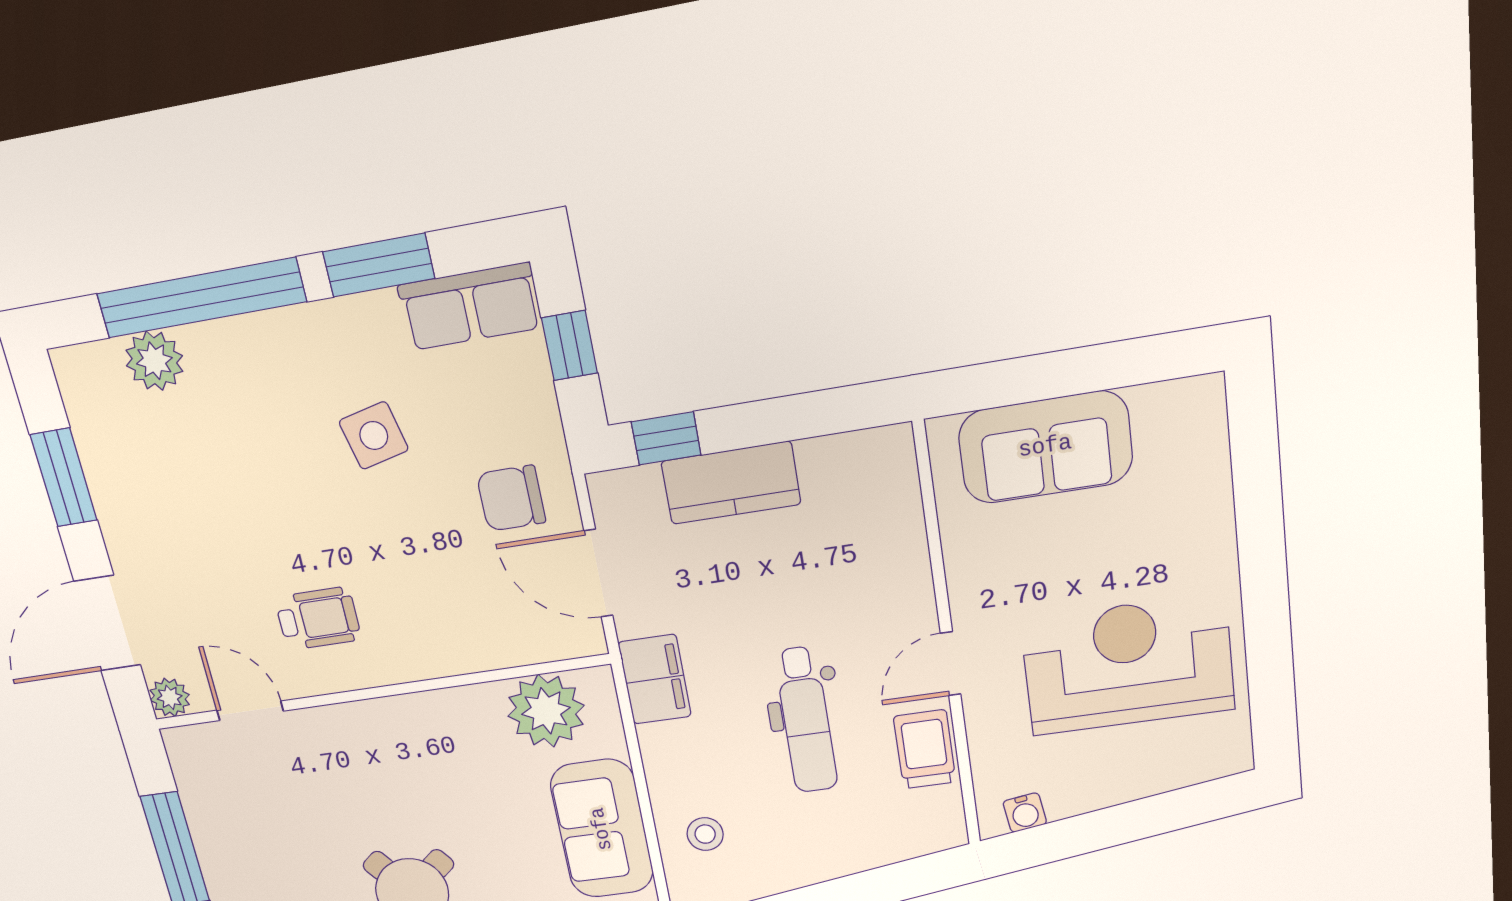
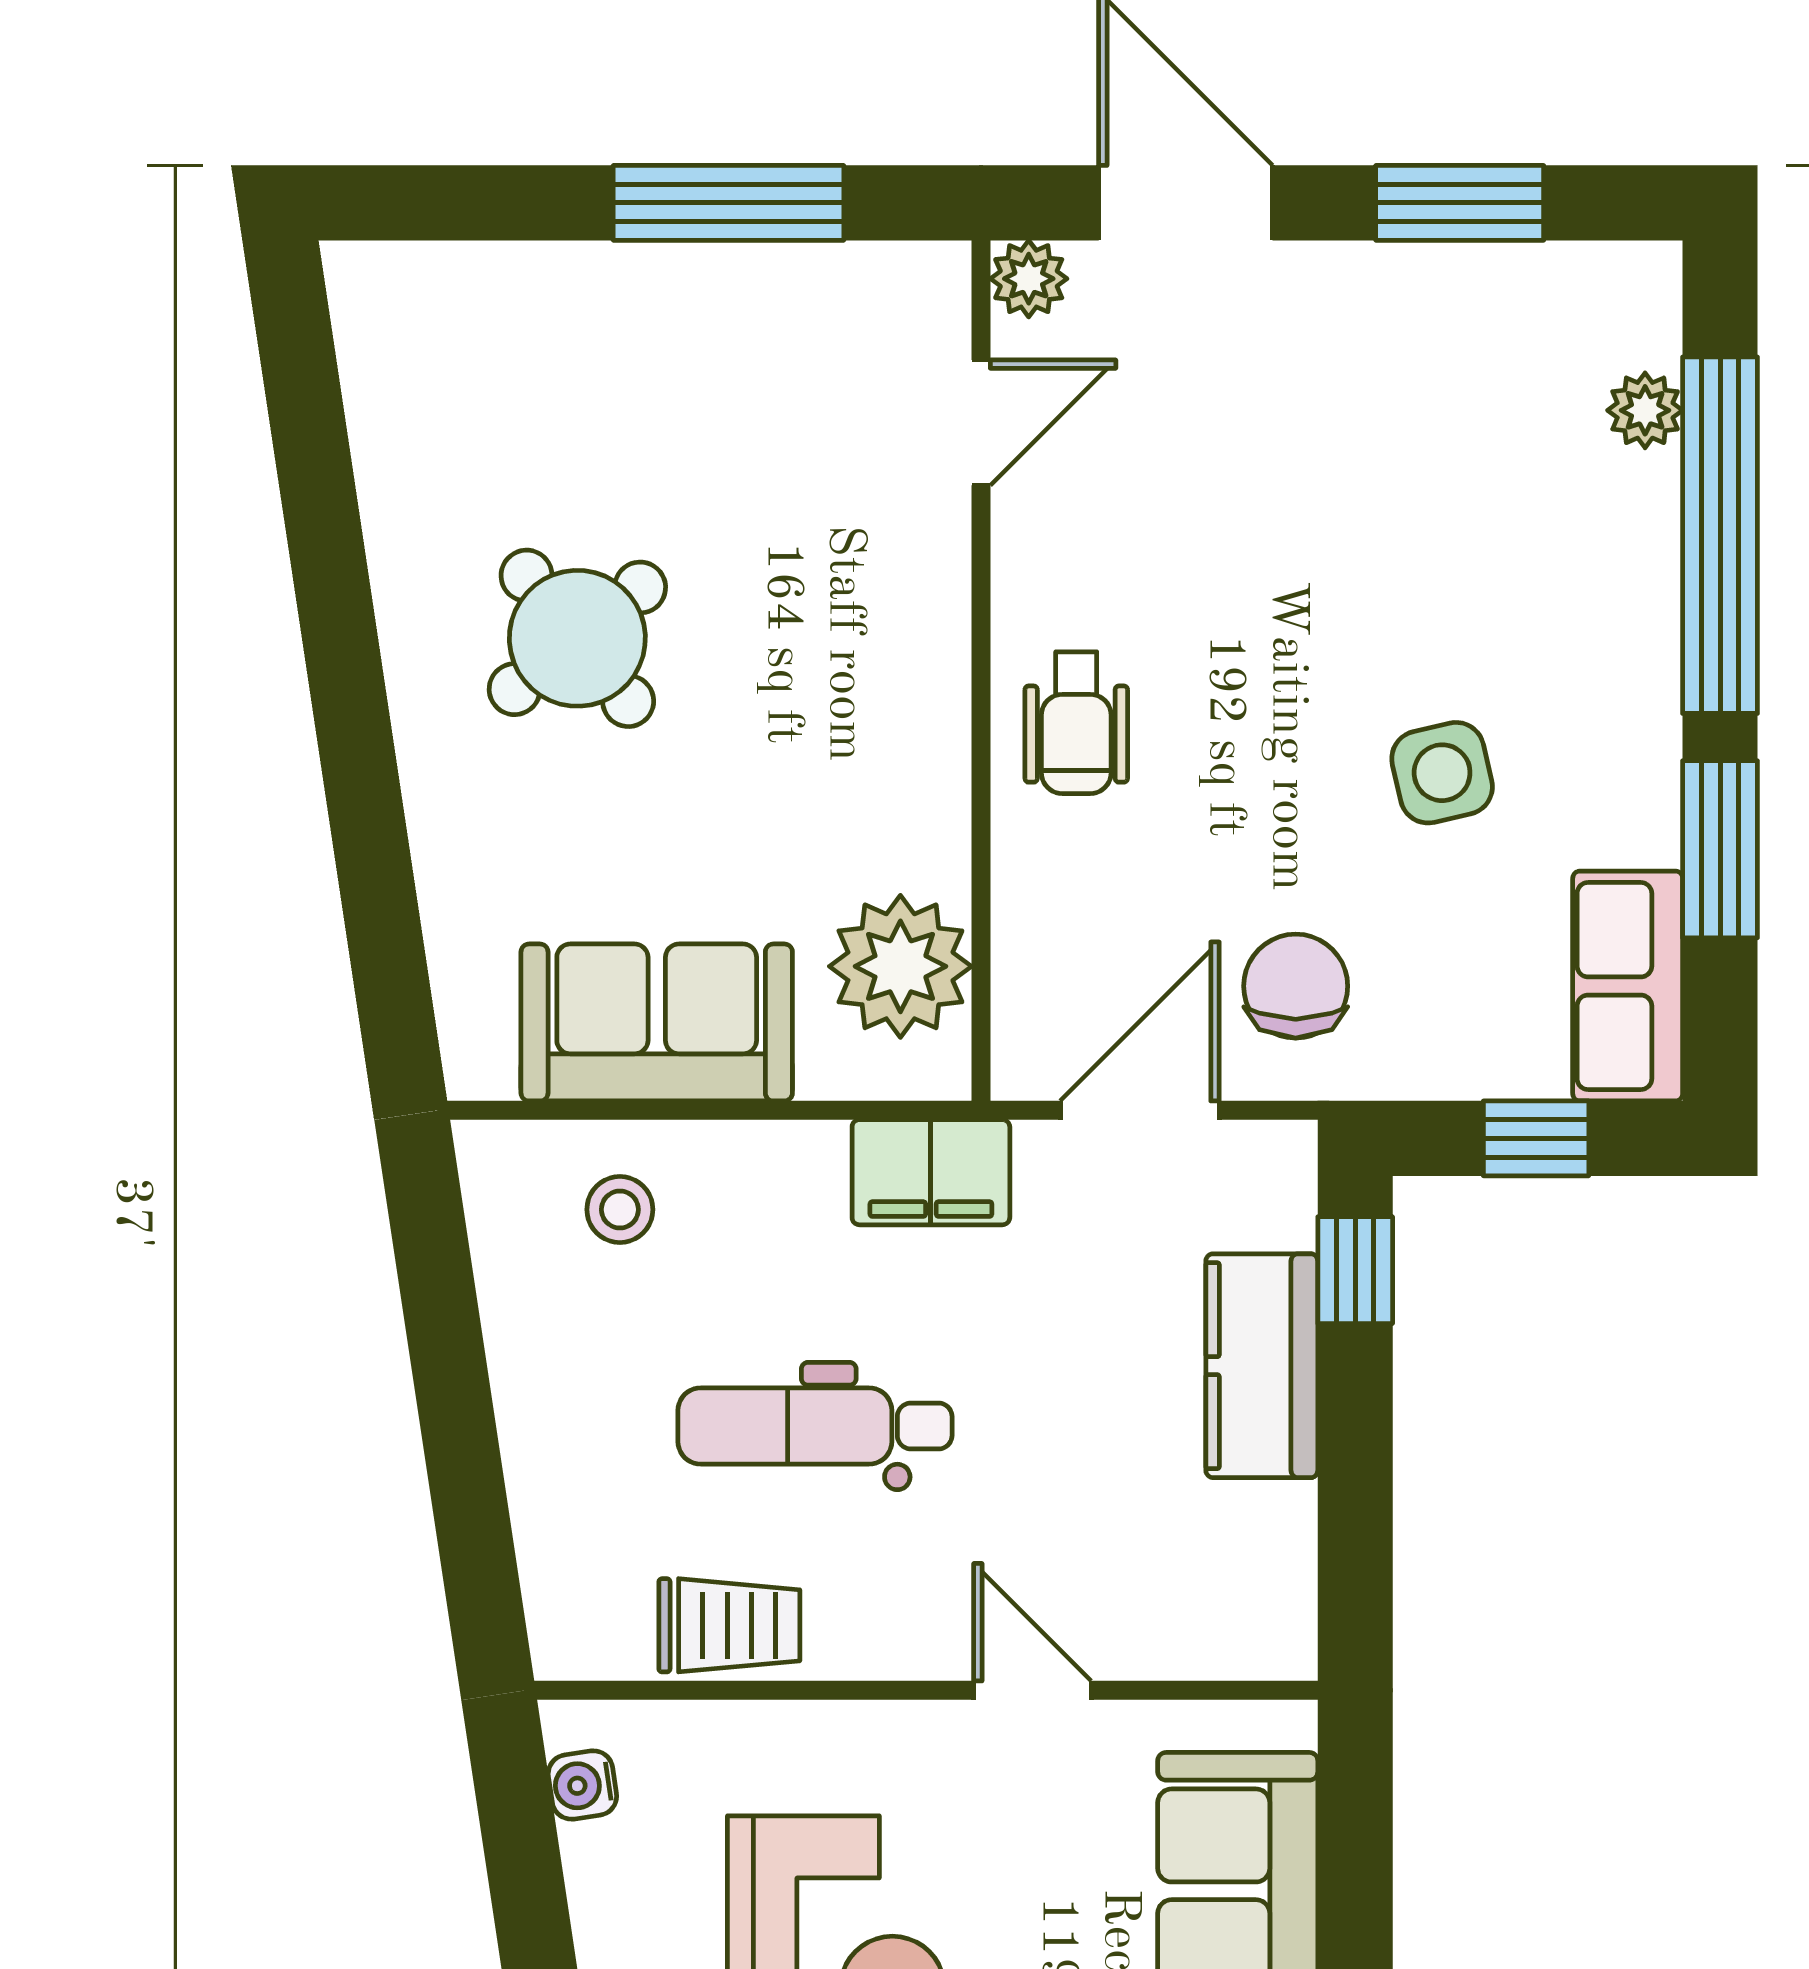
plant: (154, 361) -> (1645, 410), width x0.73, depth x0.73
wheelchair: (318, 619) -> (1076, 723), moved
door: (951, 664) -> (1032, 1690), moved

